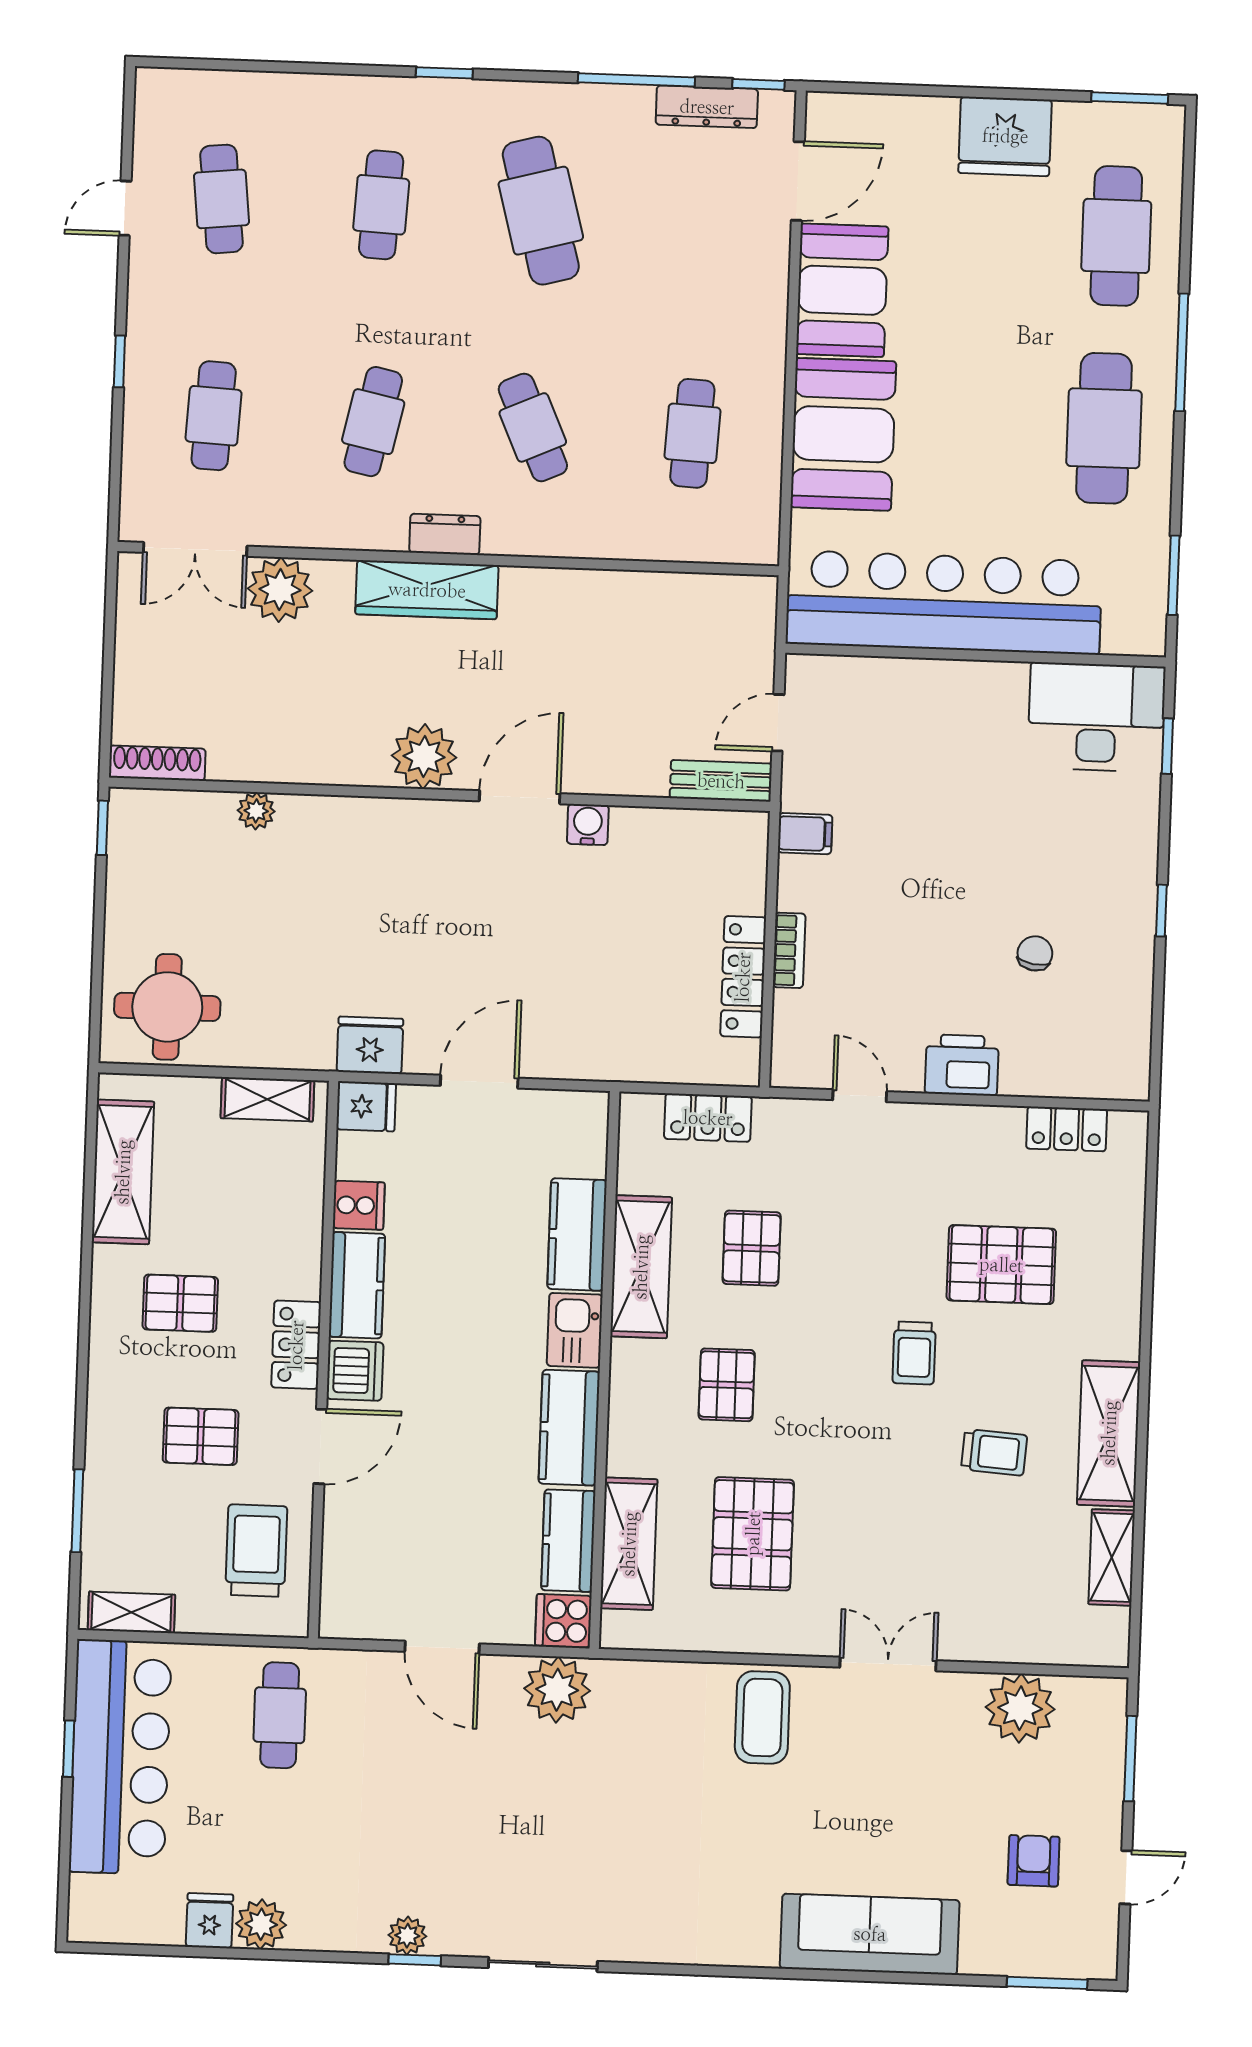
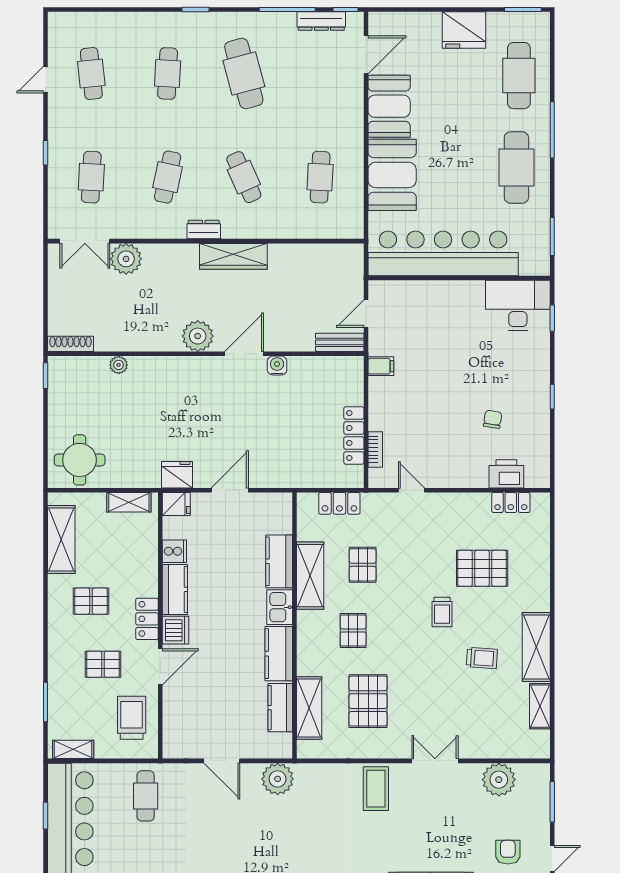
wardrobe: (427, 590) -> (233, 256), moved
bookcase: (789, 950) -> (375, 449), moved
printer: (962, 1065) -> (506, 474), moved
cooker: (563, 1621) -> (279, 746), removed

